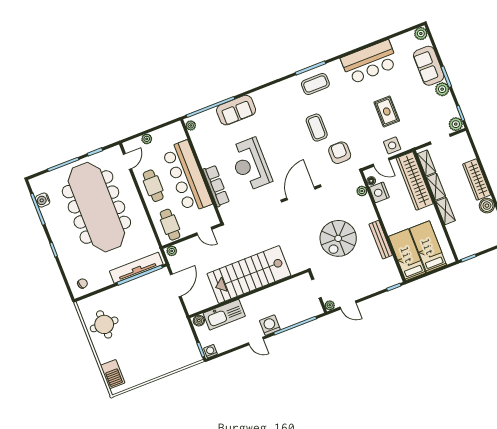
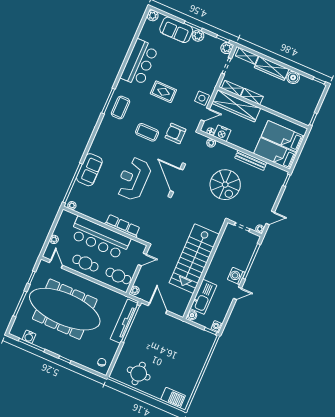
rug: (387, 112) -> (163, 92), moved
reception desk: (250, 164) -> (133, 179), moved, turned 90
shelving: (445, 211) -> (247, 56), moved

